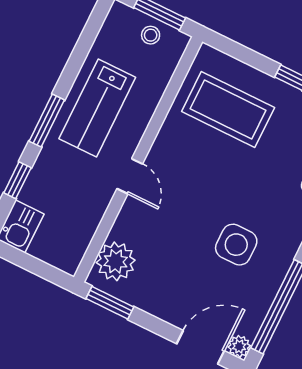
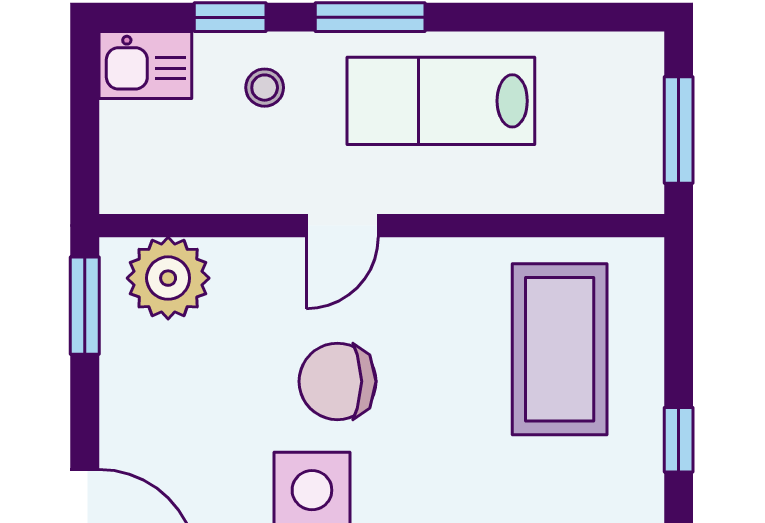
stool: (151, 35) -> (265, 88), moved
chair: (195, 211) -> (337, 381), added

